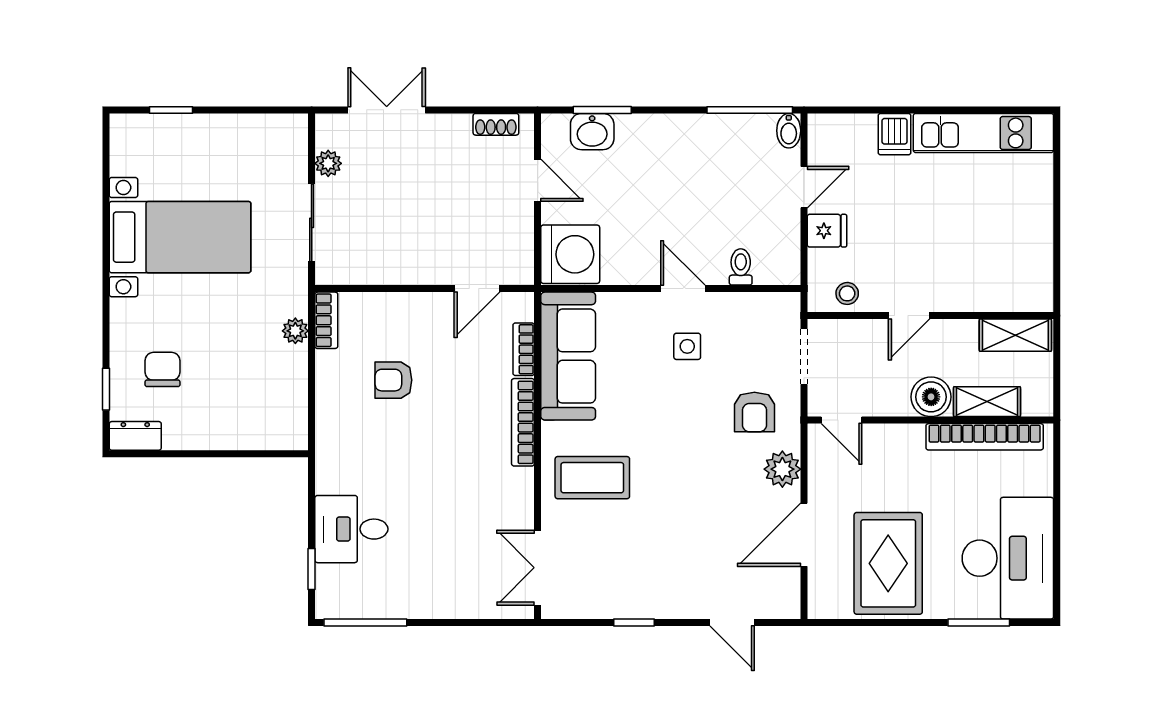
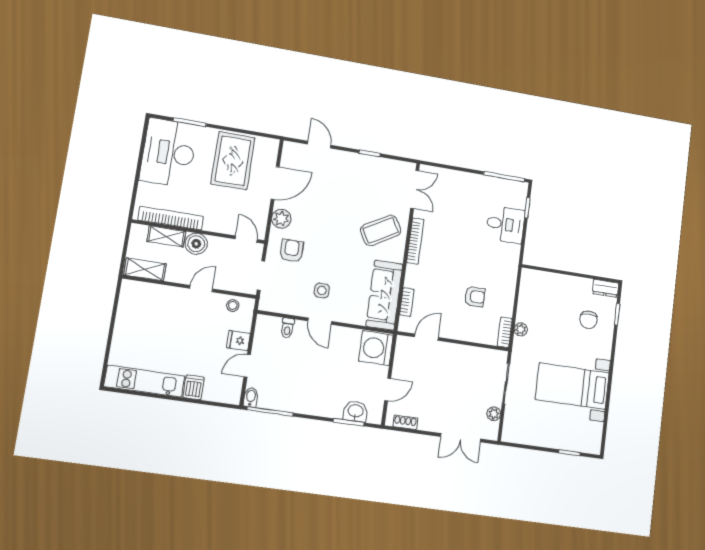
door: (538, 180) -> (388, 390), swing flipped
bookcase: (523, 422) -> (415, 241), moved
coffee table: (592, 478) -> (381, 230), turned -30

